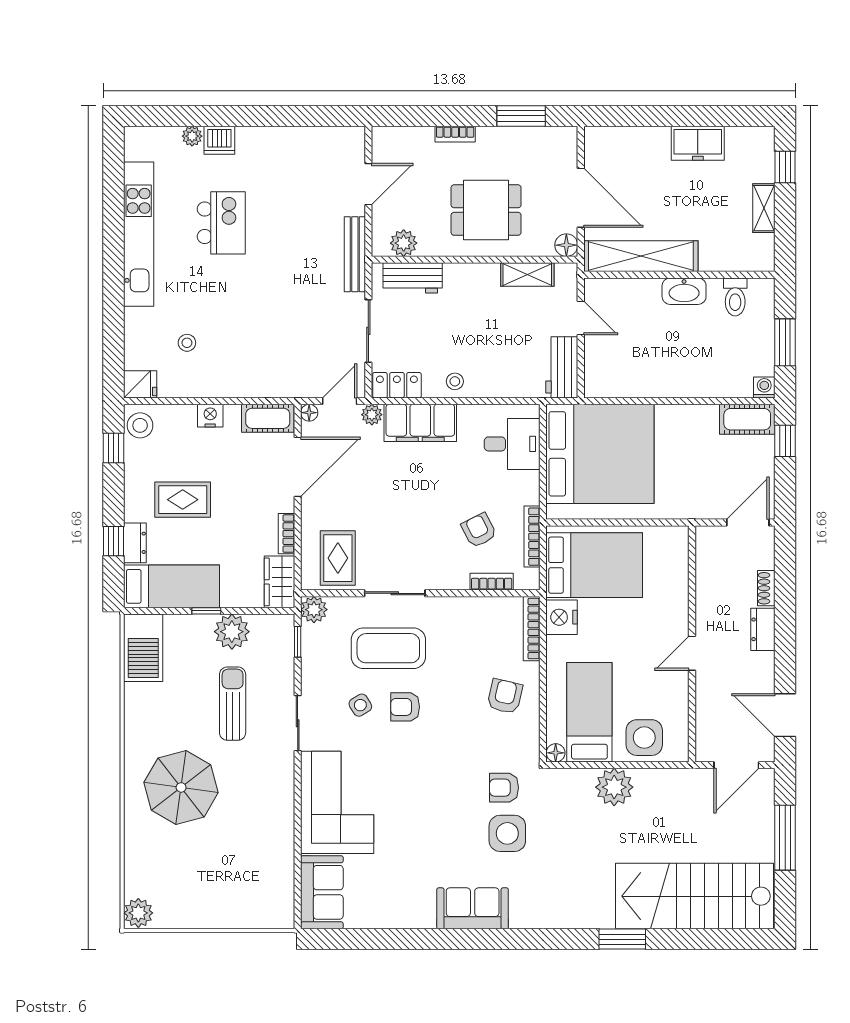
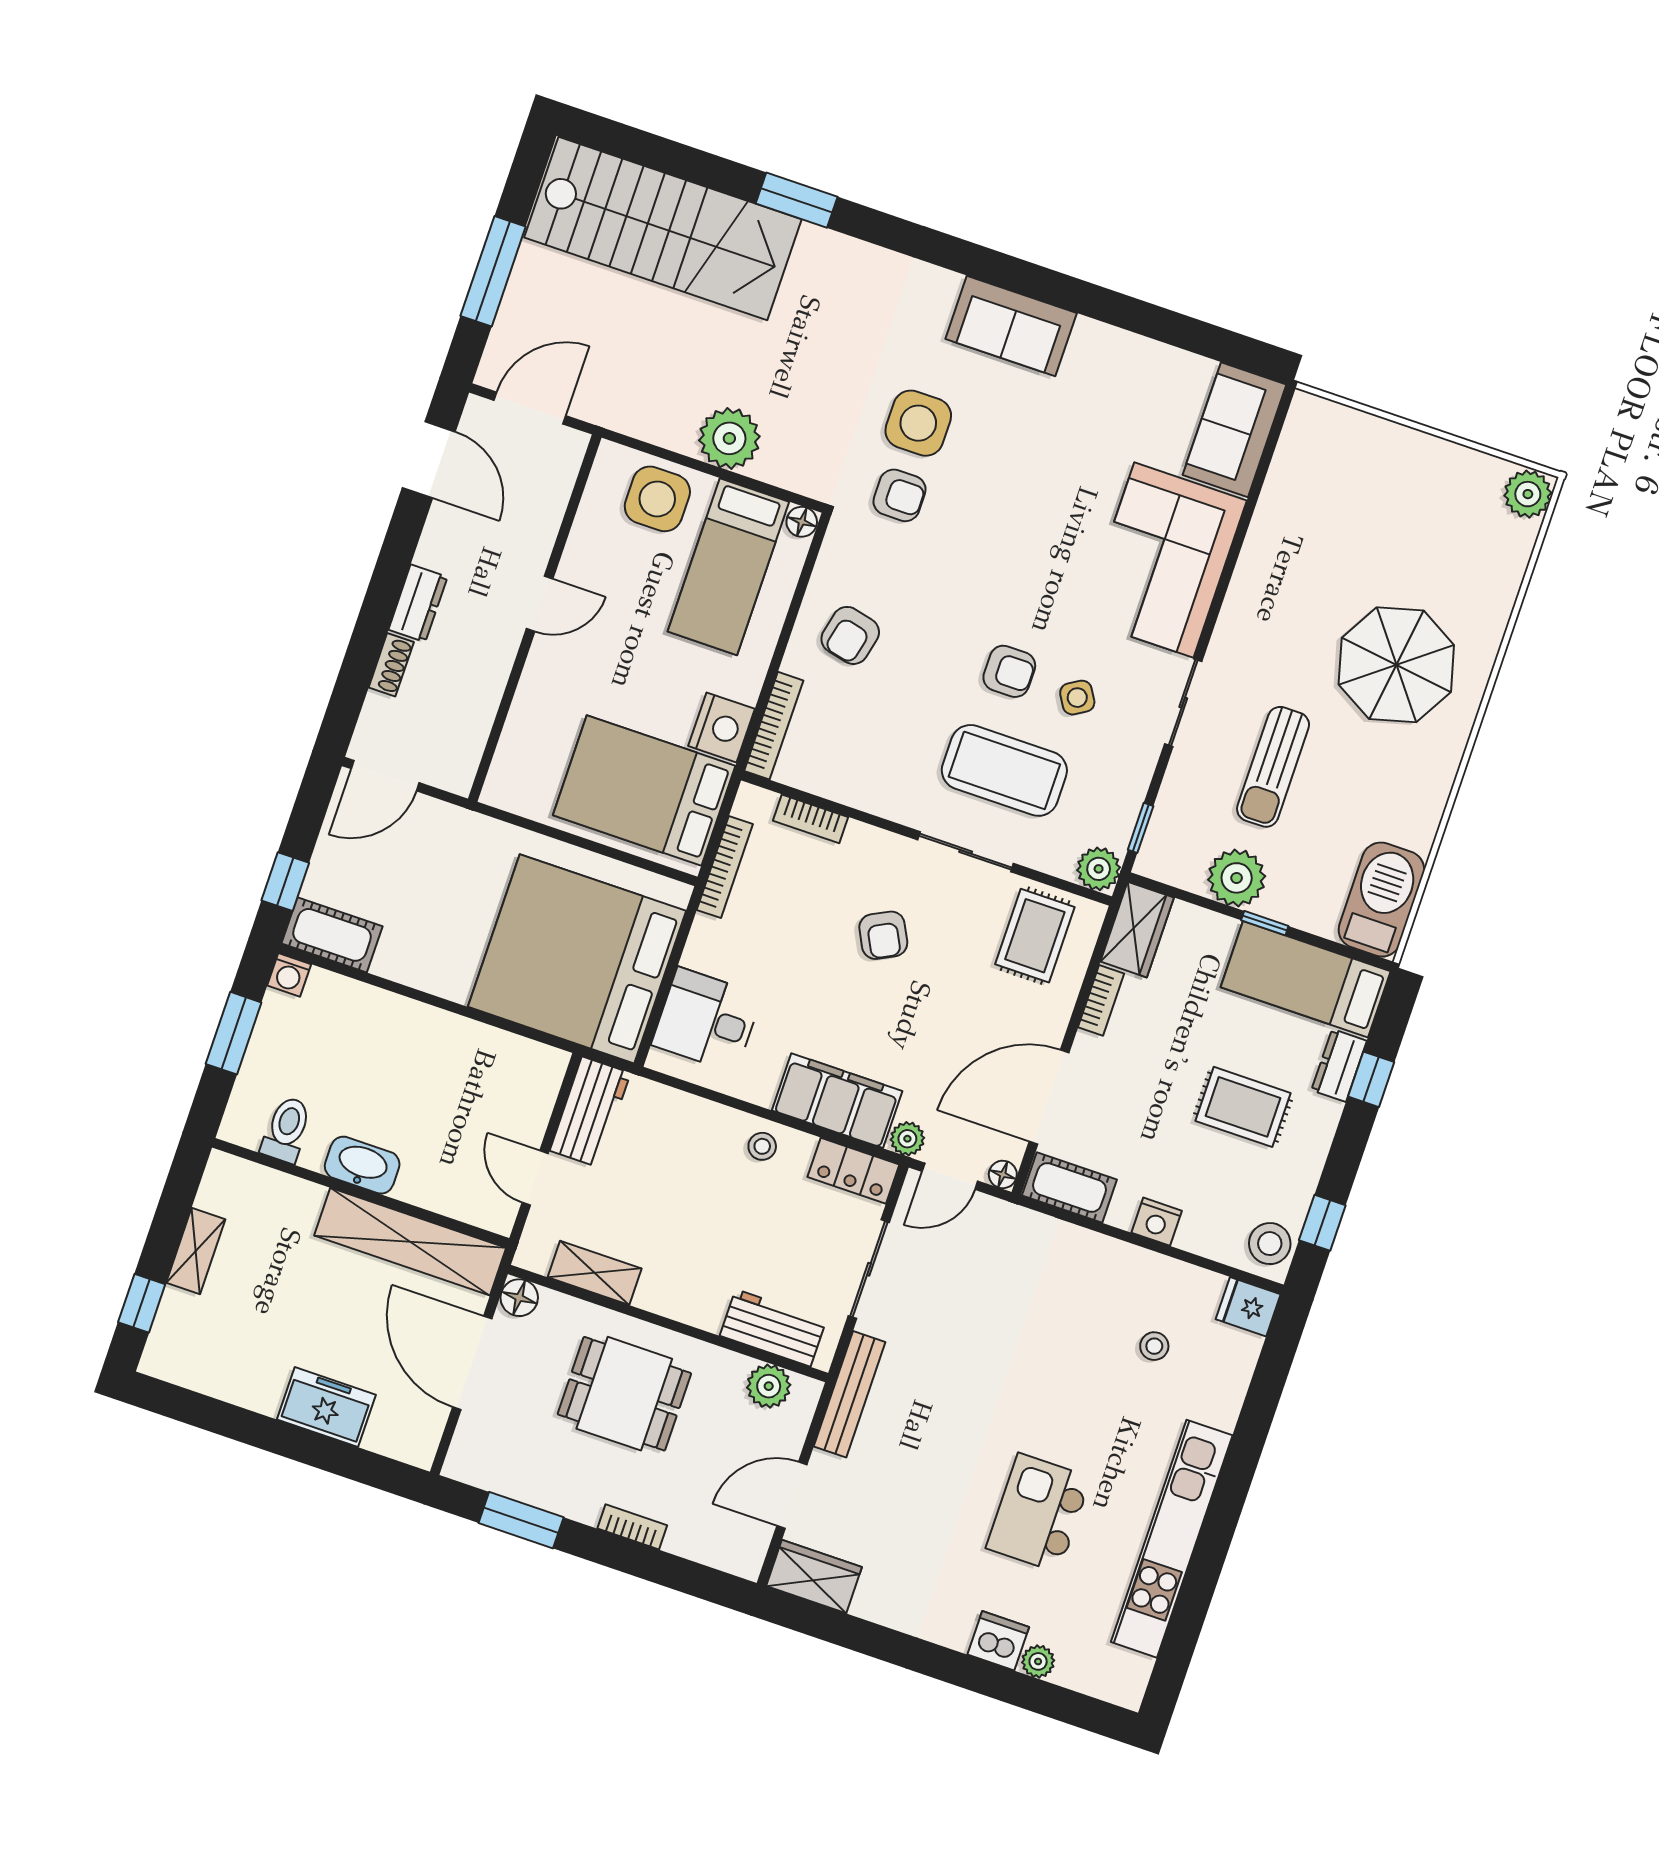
wardrobe: (339, 141) -> (814, 1577), added
freezer: (698, 143) -> (326, 1407), moved
armchair: (479, 530) -> (883, 935), moved

